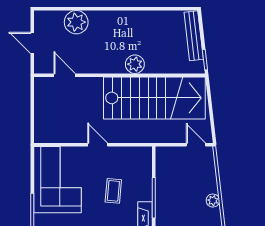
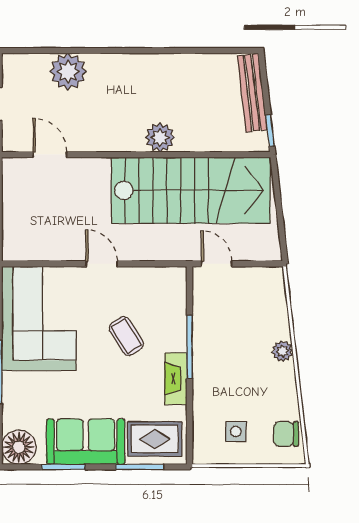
door: (196, 145) -> (217, 264), moved
coffee table: (113, 191) -> (126, 336), turned -37

